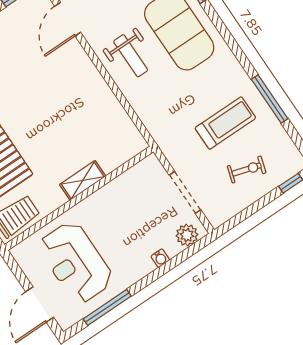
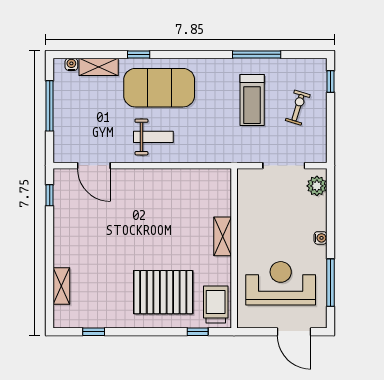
treadmill: (225, 123) -> (252, 100), turned 180
water cooler: (160, 258) -> (320, 238), moved
reception desk: (76, 262) -> (281, 283), turned 180

